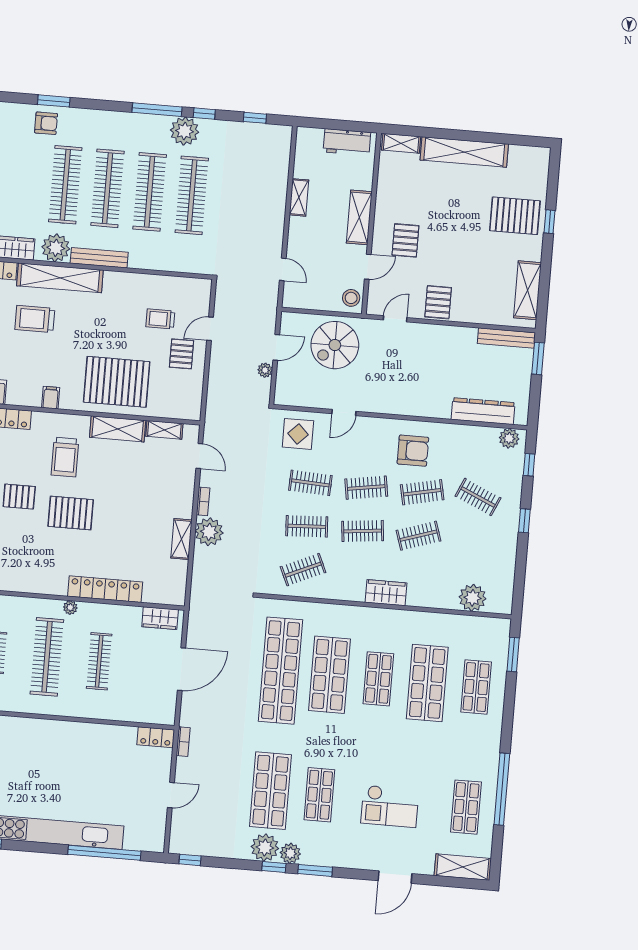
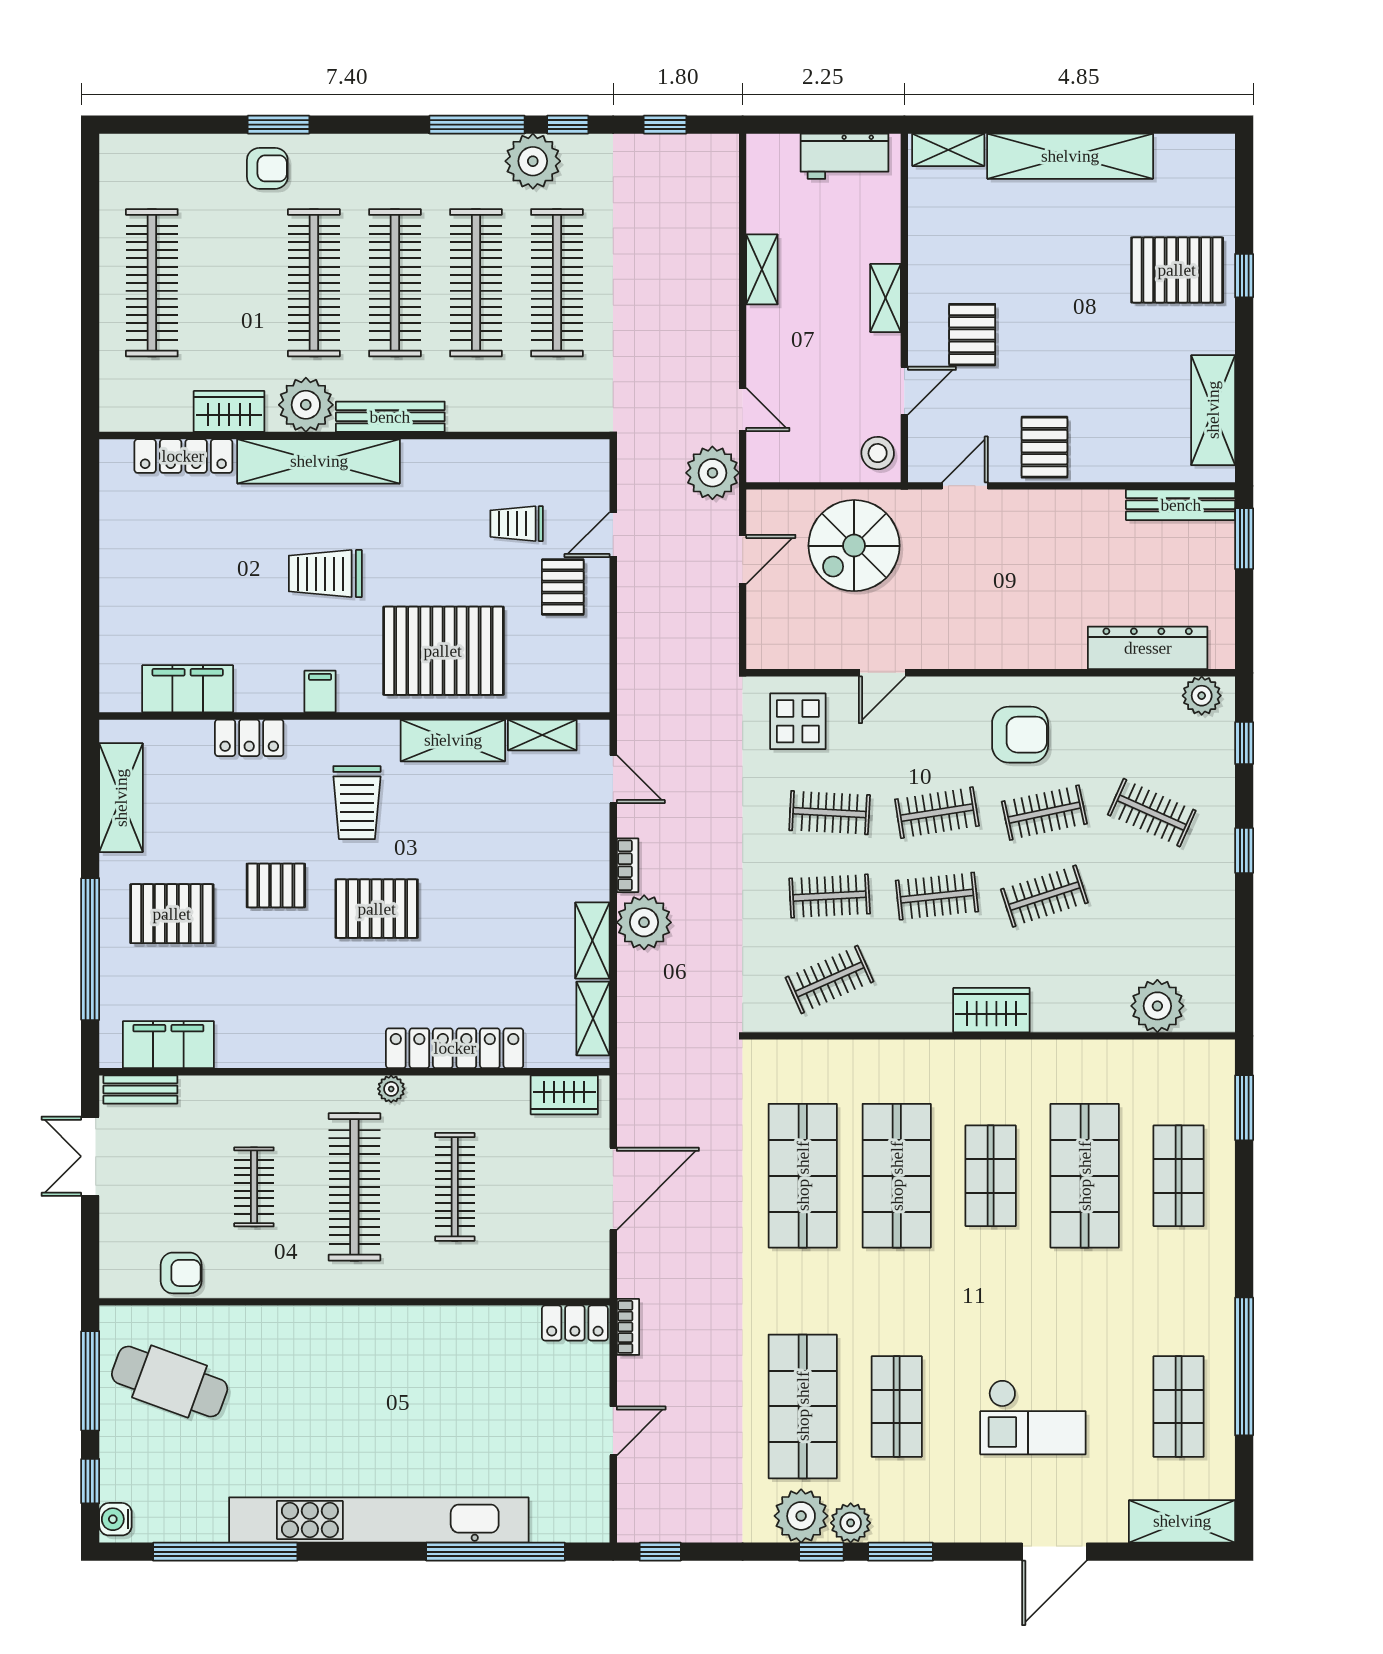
shelving: (359, 217) -> (885, 298), width x0.67, depth x0.75
trolley: (35, 319) -> (325, 574), moved
plant: (265, 370) -> (712, 473), moved, width x1.87, depth x1.87
shelving: (178, 580) -> (593, 1019), added
shop shelf: (281, 671) -> (803, 1176), width x0.71

